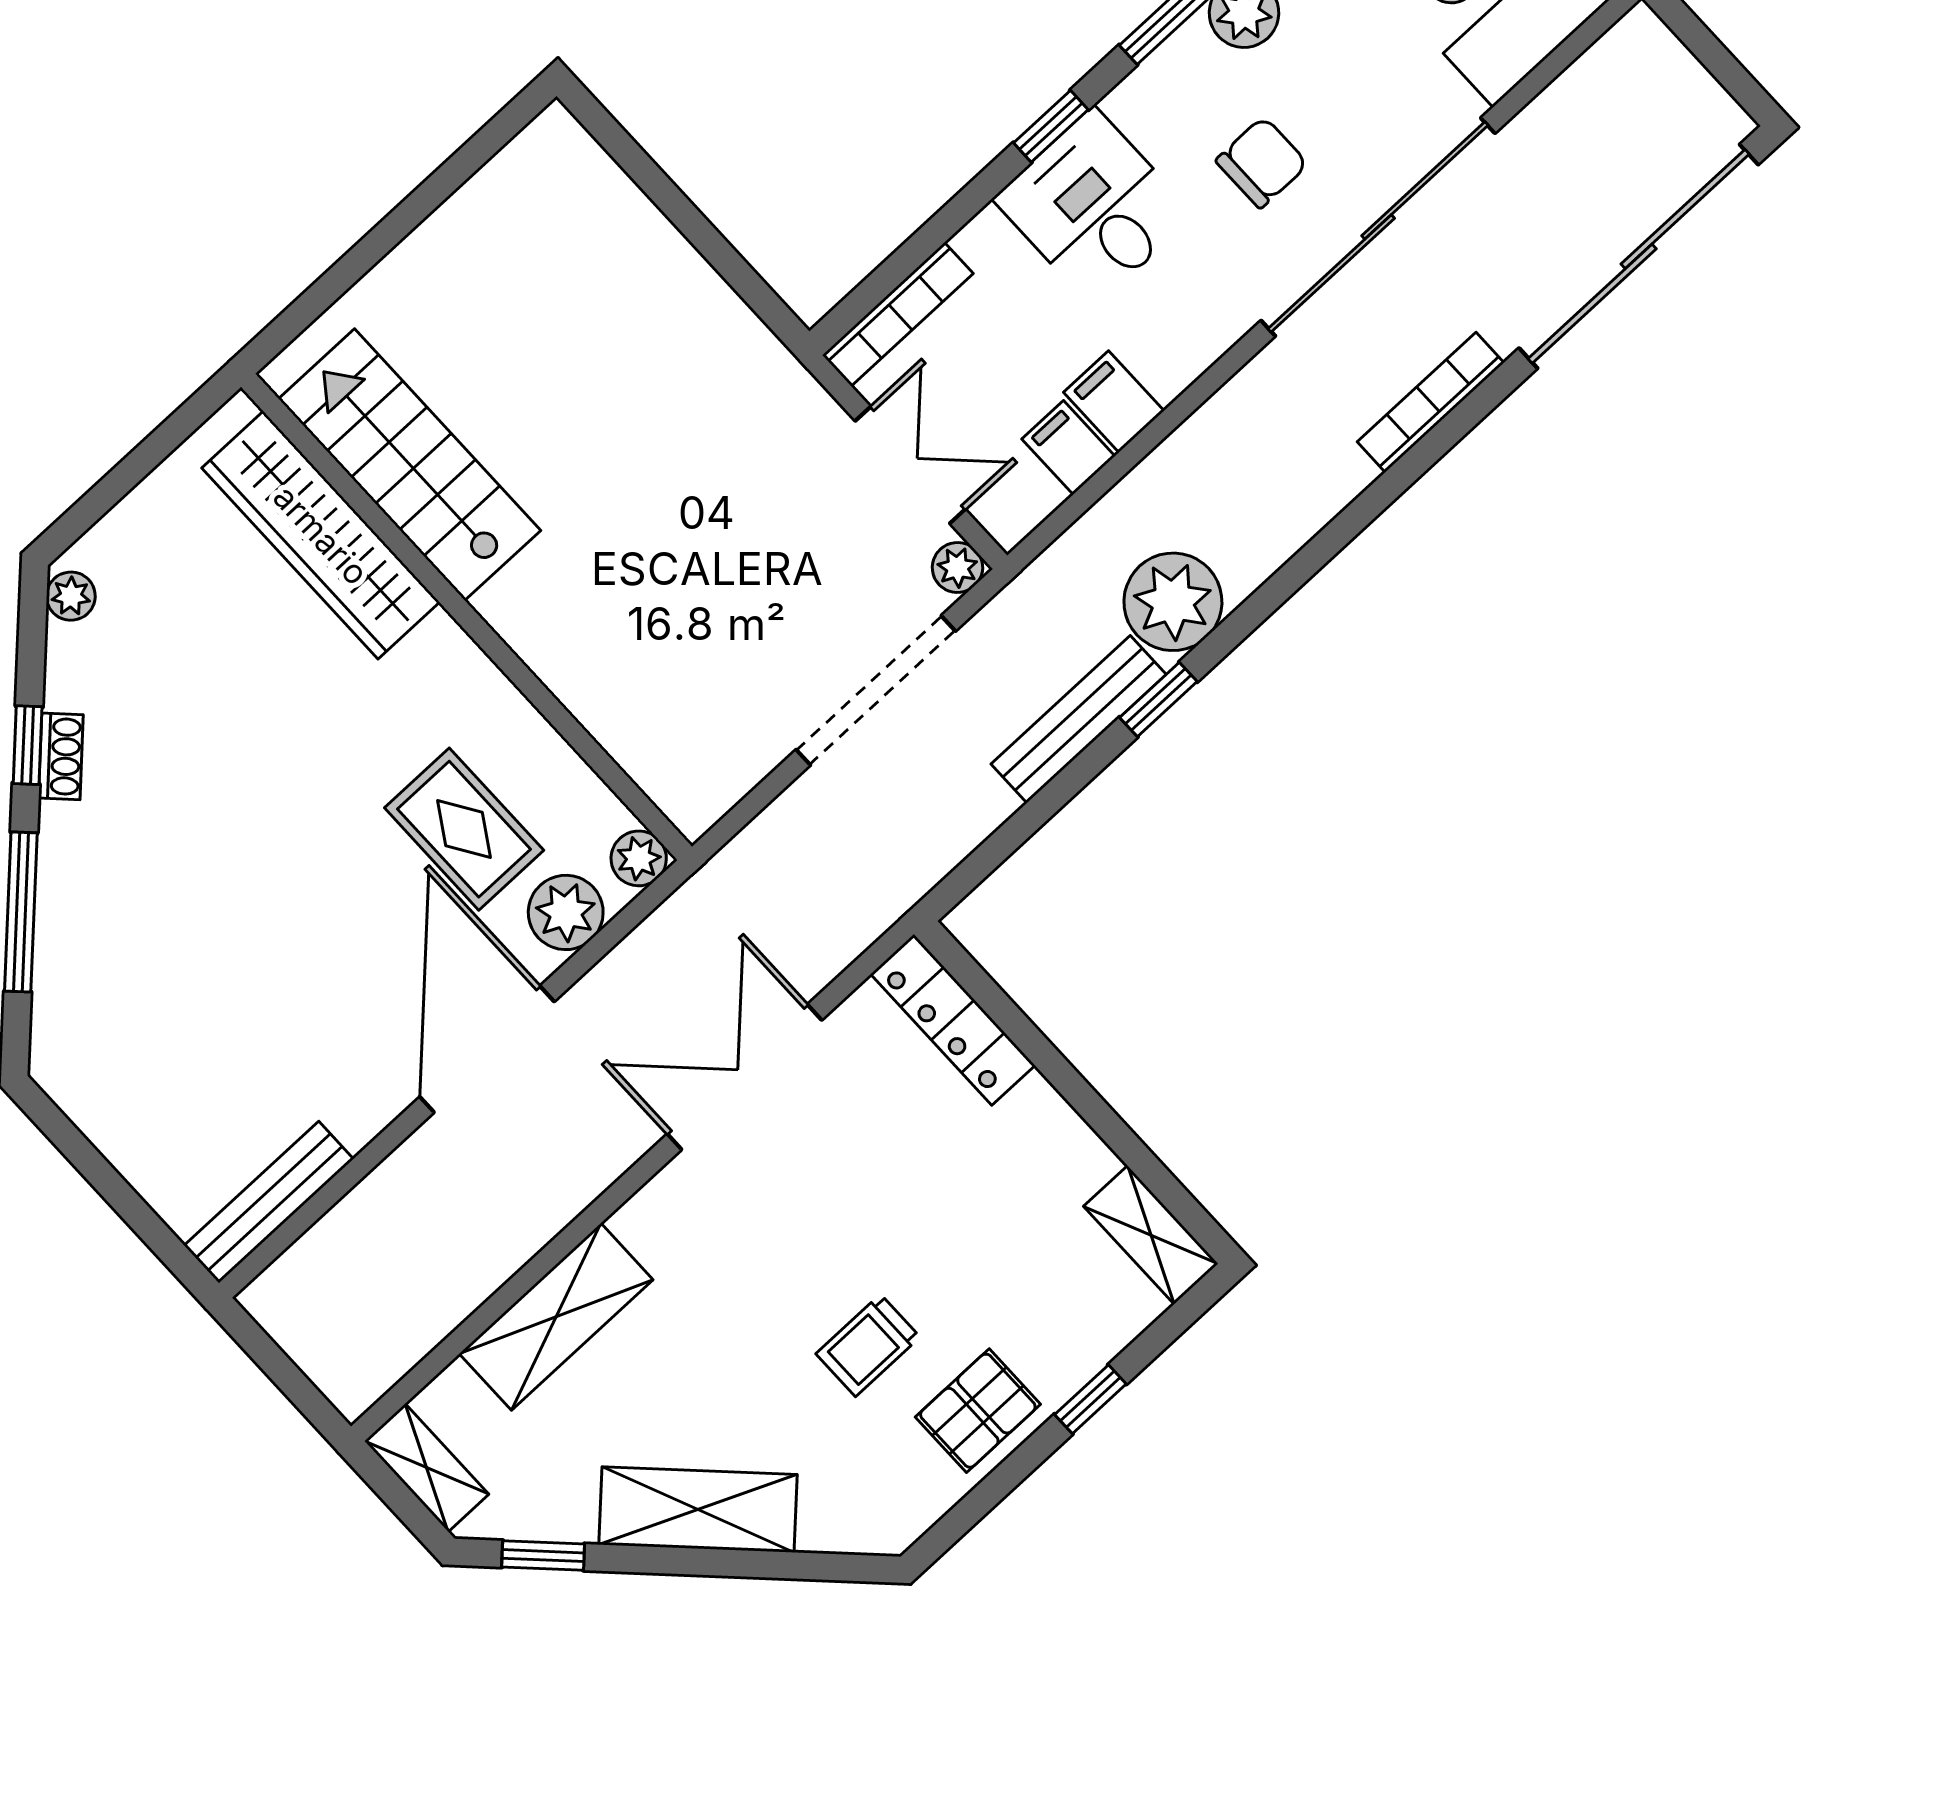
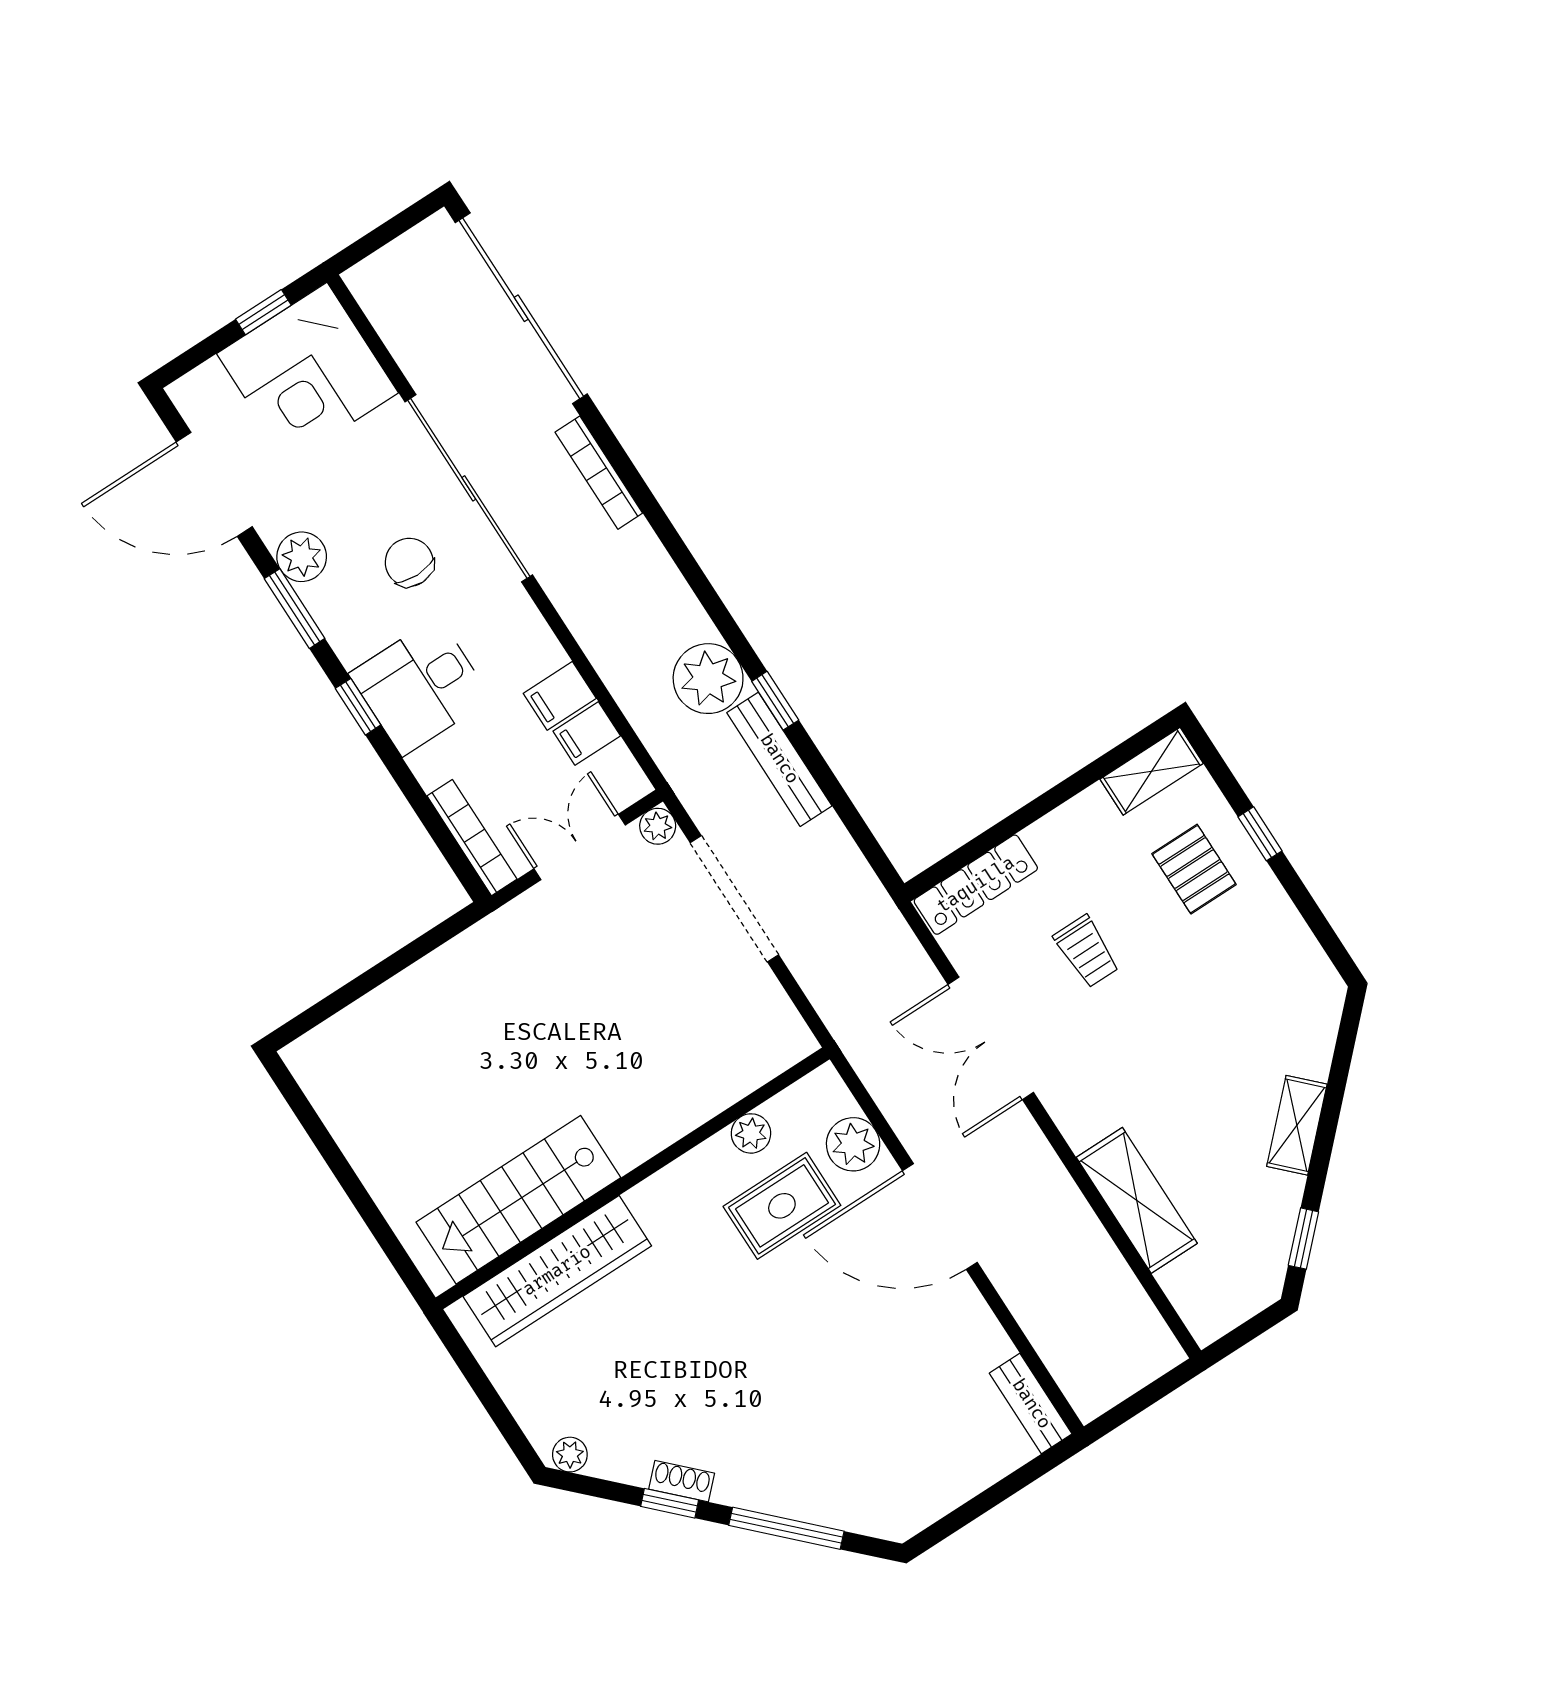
plant: (639, 858) -> (751, 1133), moved
bench: (269, 1202) -> (1031, 1404), width x0.73
trolley: (868, 1345) -> (1087, 951), moved
pallet: (978, 1411) -> (1194, 869), moved
shelving: (427, 1468) -> (1227, 1310), removed
shelving: (698, 1510) -> (1297, 1125), width x0.67, depth x0.75

